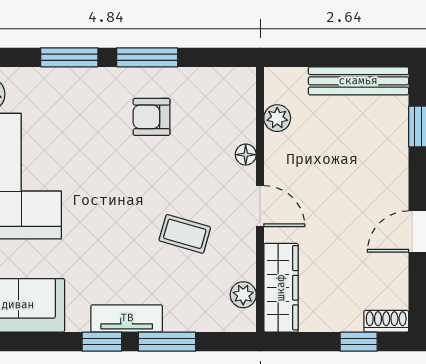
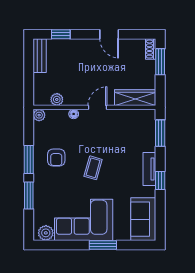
bench: (358, 81) -> (40, 56), width x0.73
coffee table: (185, 234) -> (93, 168), moved
plant: (243, 295) -> (39, 115), moved
window: (167, 342) -> (160, 133), moved
window: (359, 342) -> (160, 62), width x1.50

